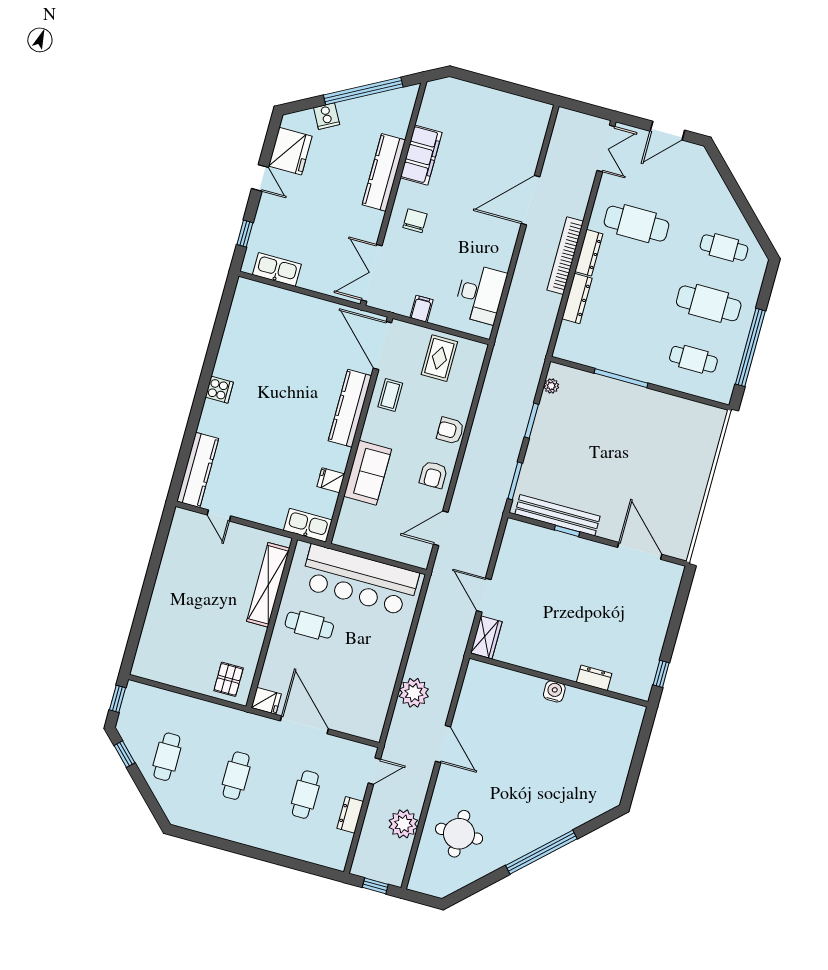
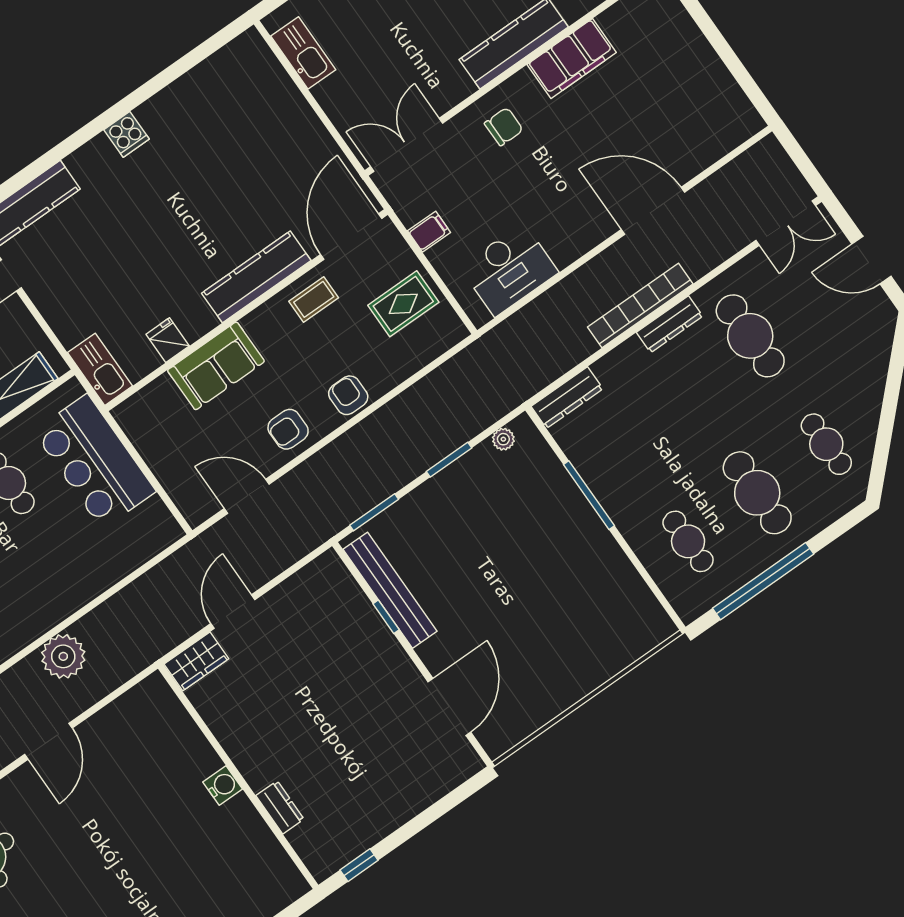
dresser: (577, 299) -> (567, 398), moved
bar counter: (360, 580) -> (95, 461), width x0.73

